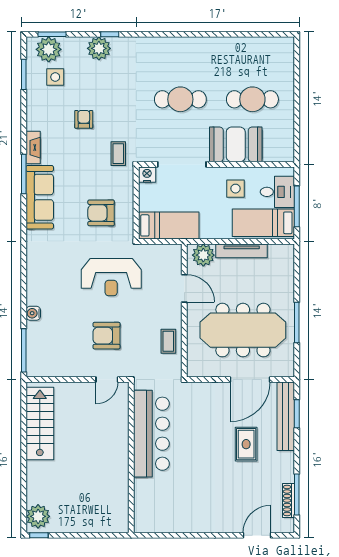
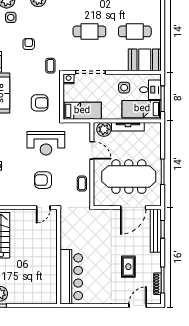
booth: (236, 144) -> (145, 60), moved
armchair: (101, 213) -> (40, 103), turned 180
bar counter: (151, 434) -> (71, 277), moved
rug: (246, 444) -> (128, 267), moved

